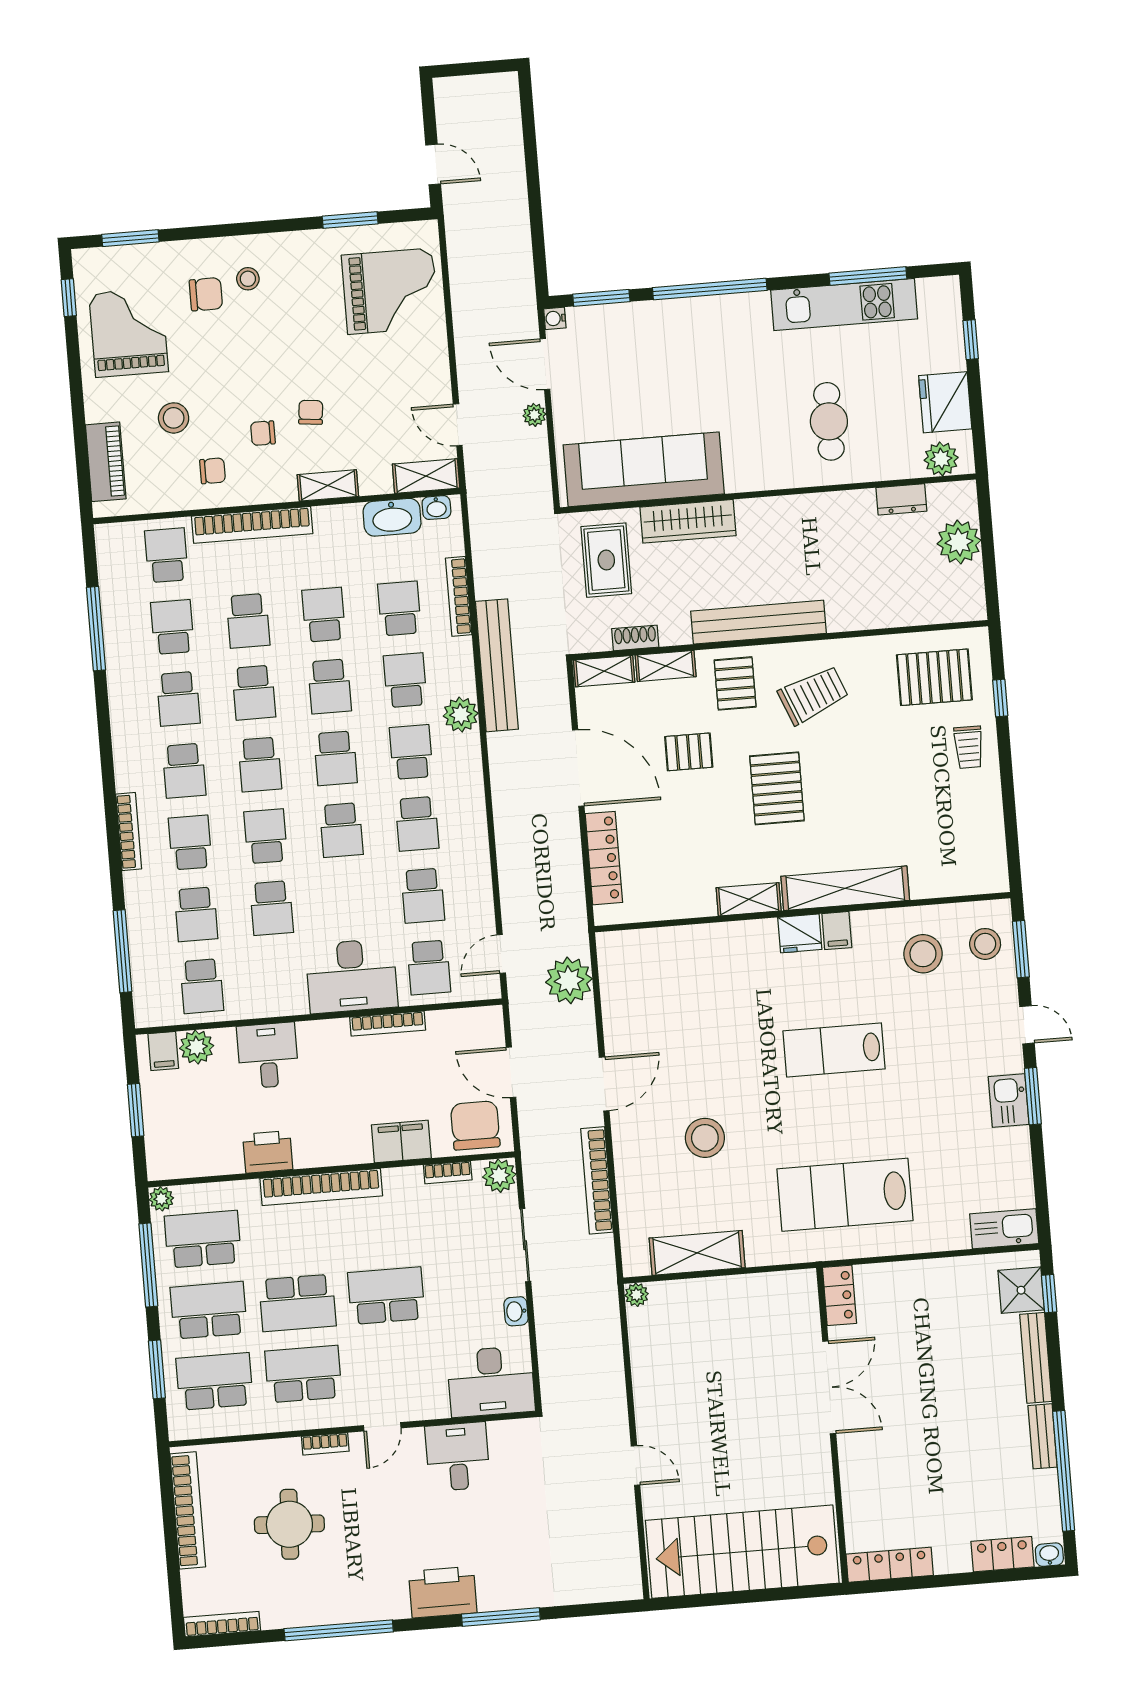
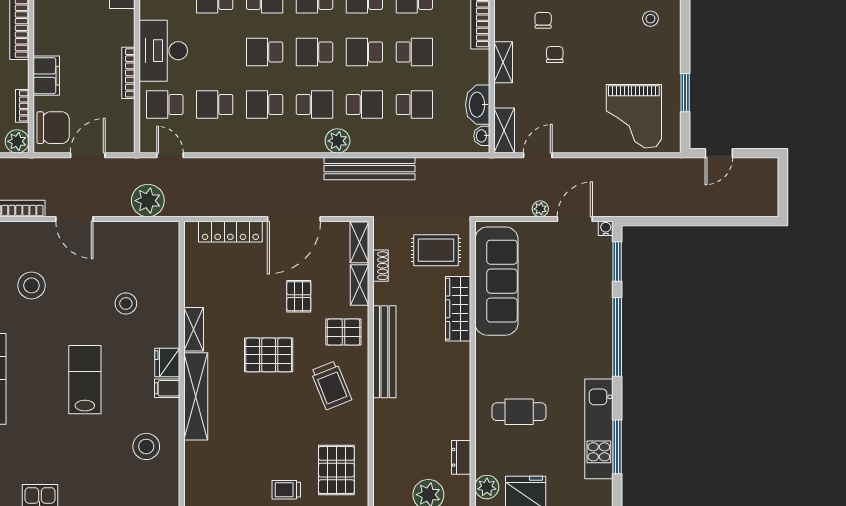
chair: (311, 412) -> (555, 55), turned -96
bookcase: (459, 596) -> (419, 146), removed
stool: (985, 944) -> (126, 303), moved

